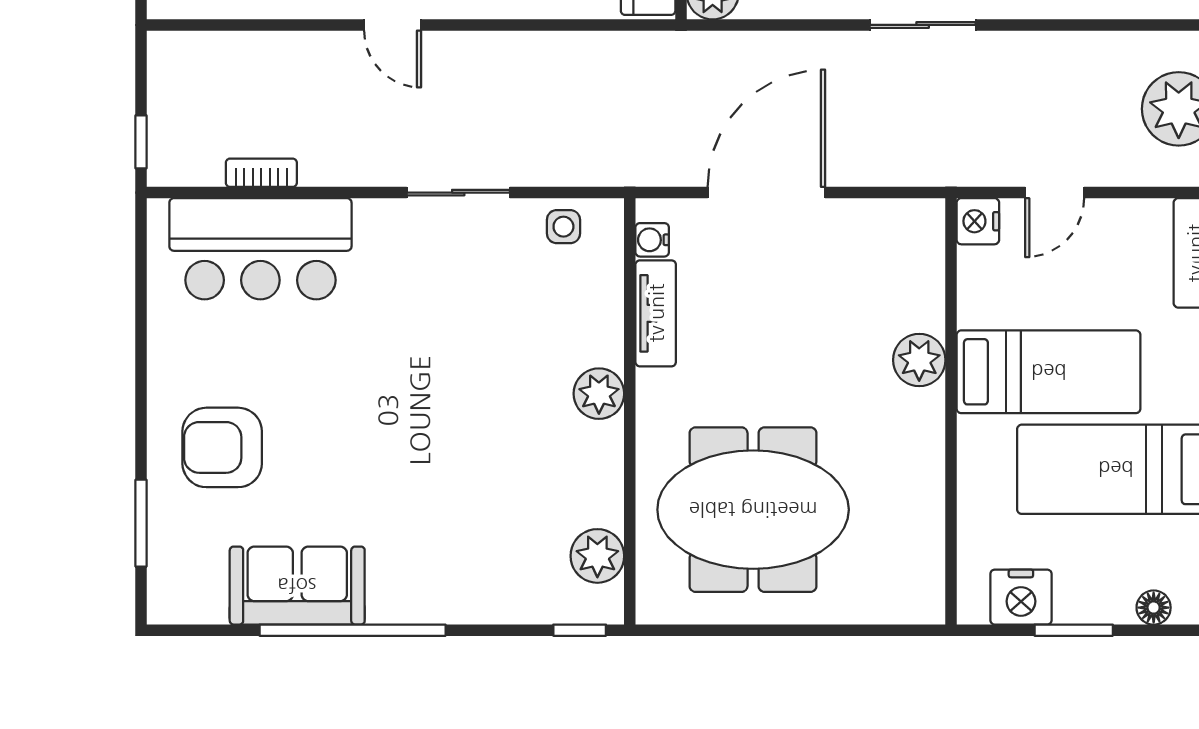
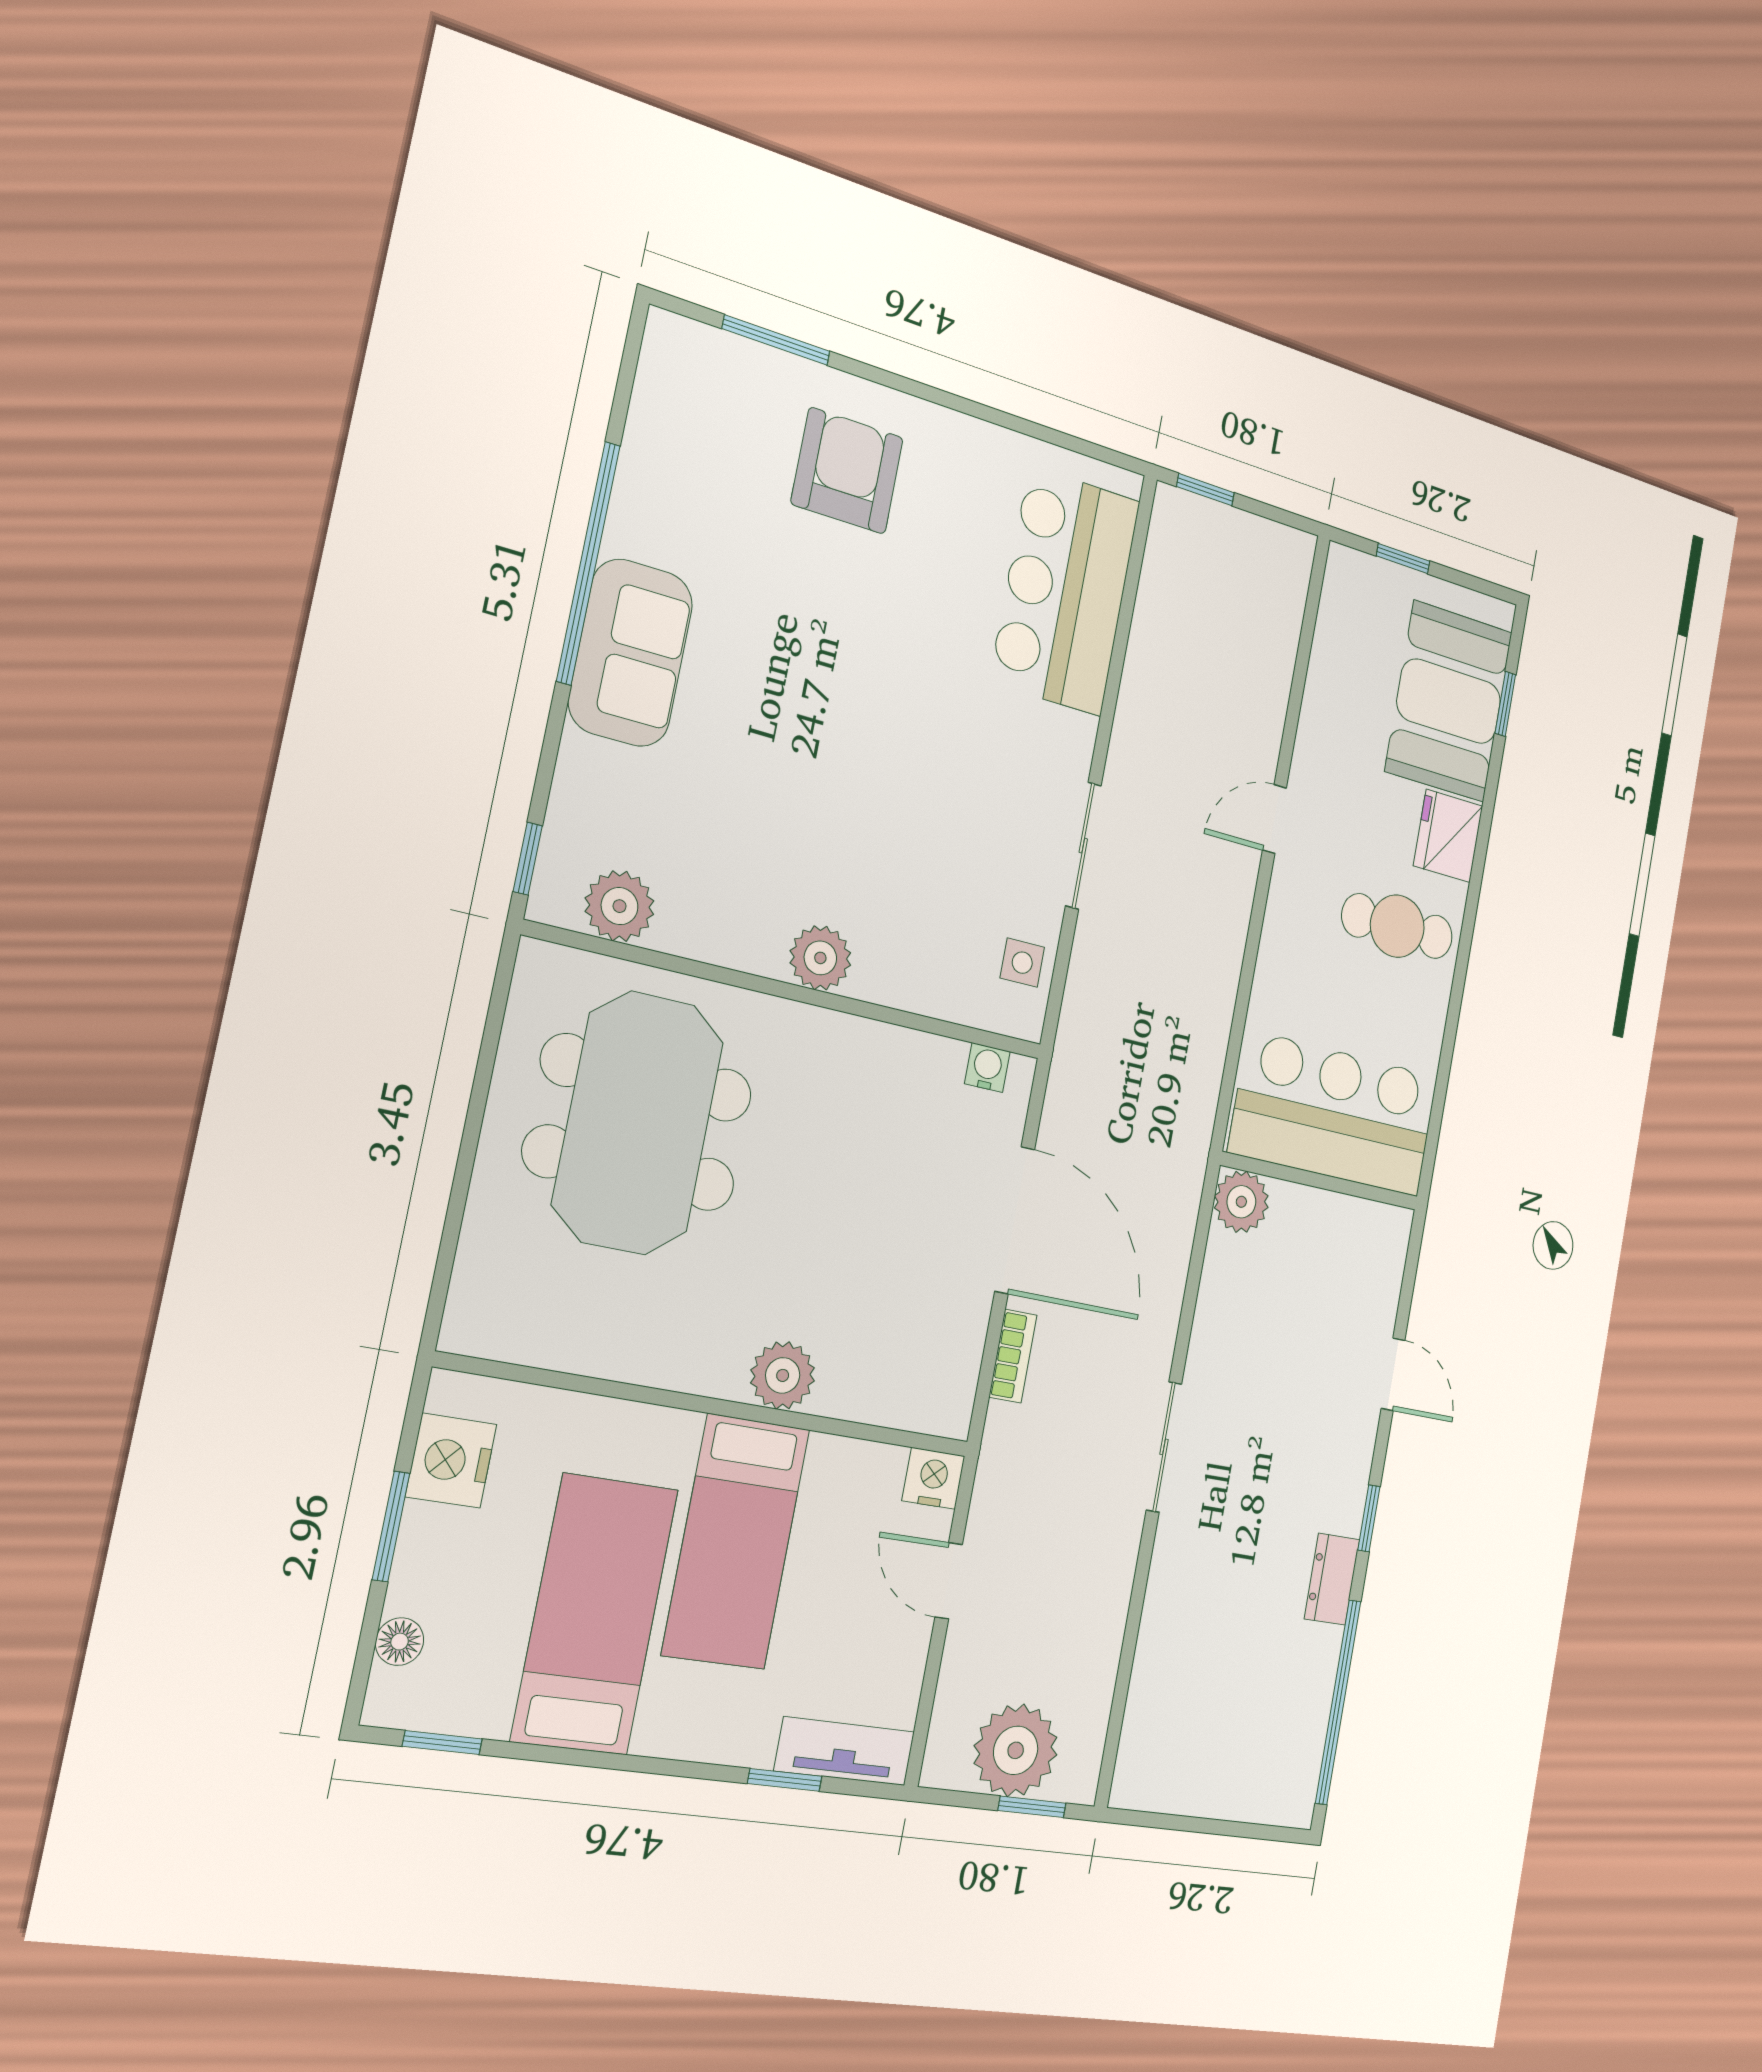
bookcase: (261, 173) -> (1013, 1356), moved
tv unit: (656, 313) -> (902, 1052), removed
sofa: (297, 586) -> (631, 653), moved

